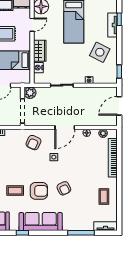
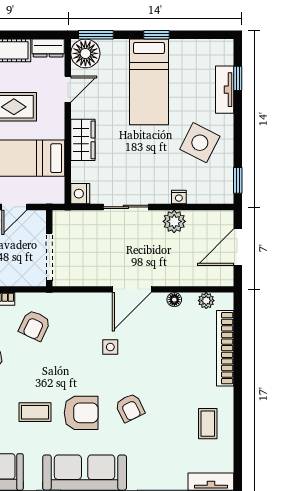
nightstand: (38, 68) -> (80, 194), moved
plant: (30, 93) -> (174, 221), moved
armchair: (33, 143) -> (35, 325), moved

